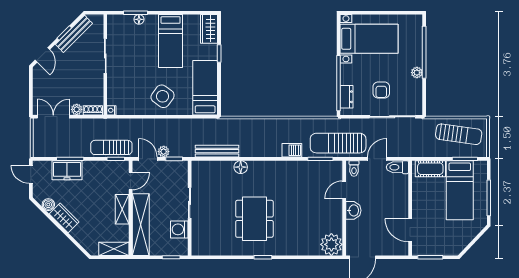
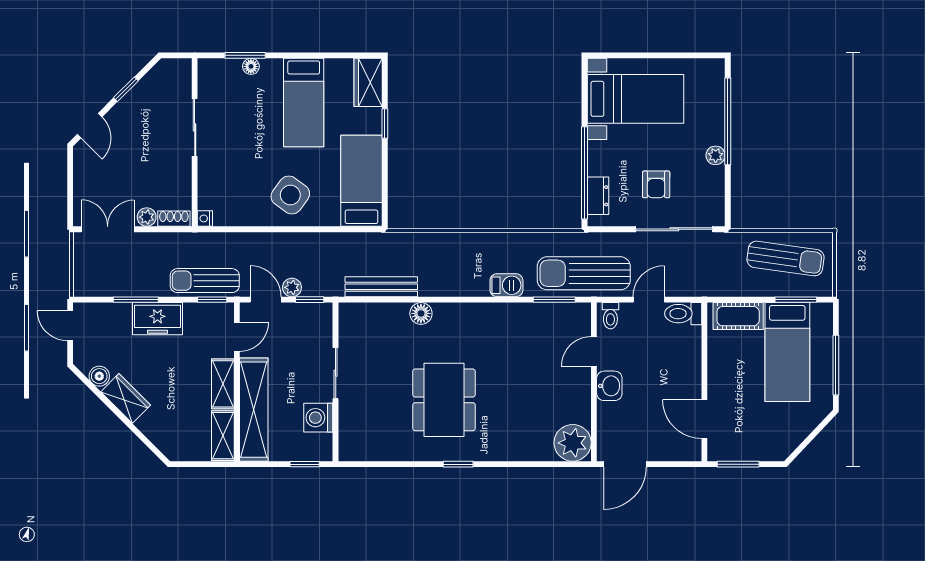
bench: (74, 34) -> (142, 91), removed
freezer: (67, 170) -> (157, 319), moved
shelving: (114, 249) -> (223, 436), moved, turned 90

